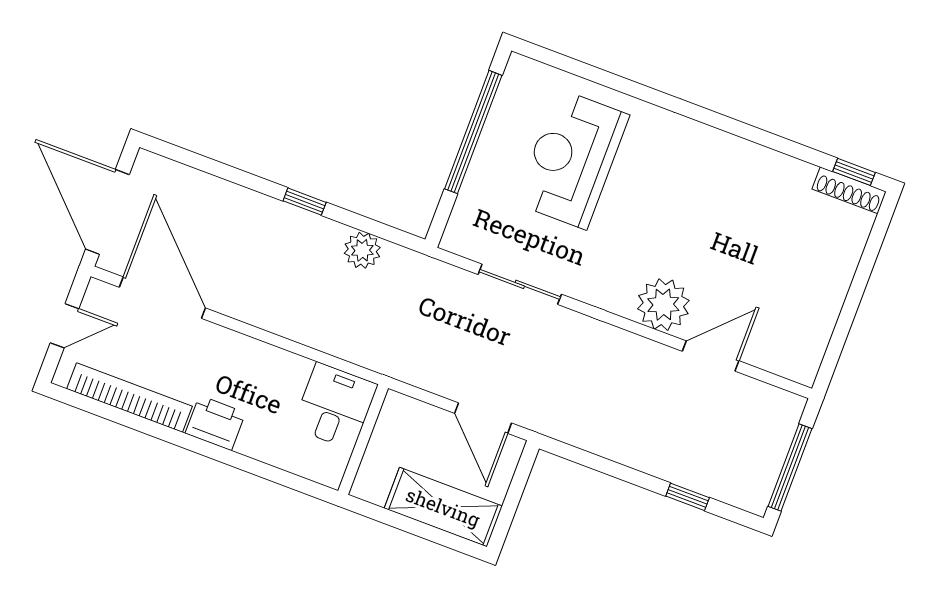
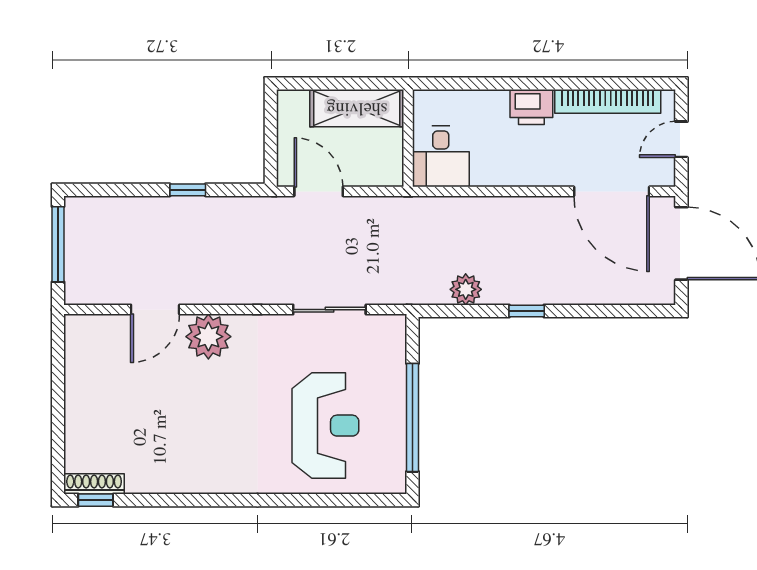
window: (688, 497) -> (188, 190), moved
shelving: (443, 507) -> (357, 108), moved

